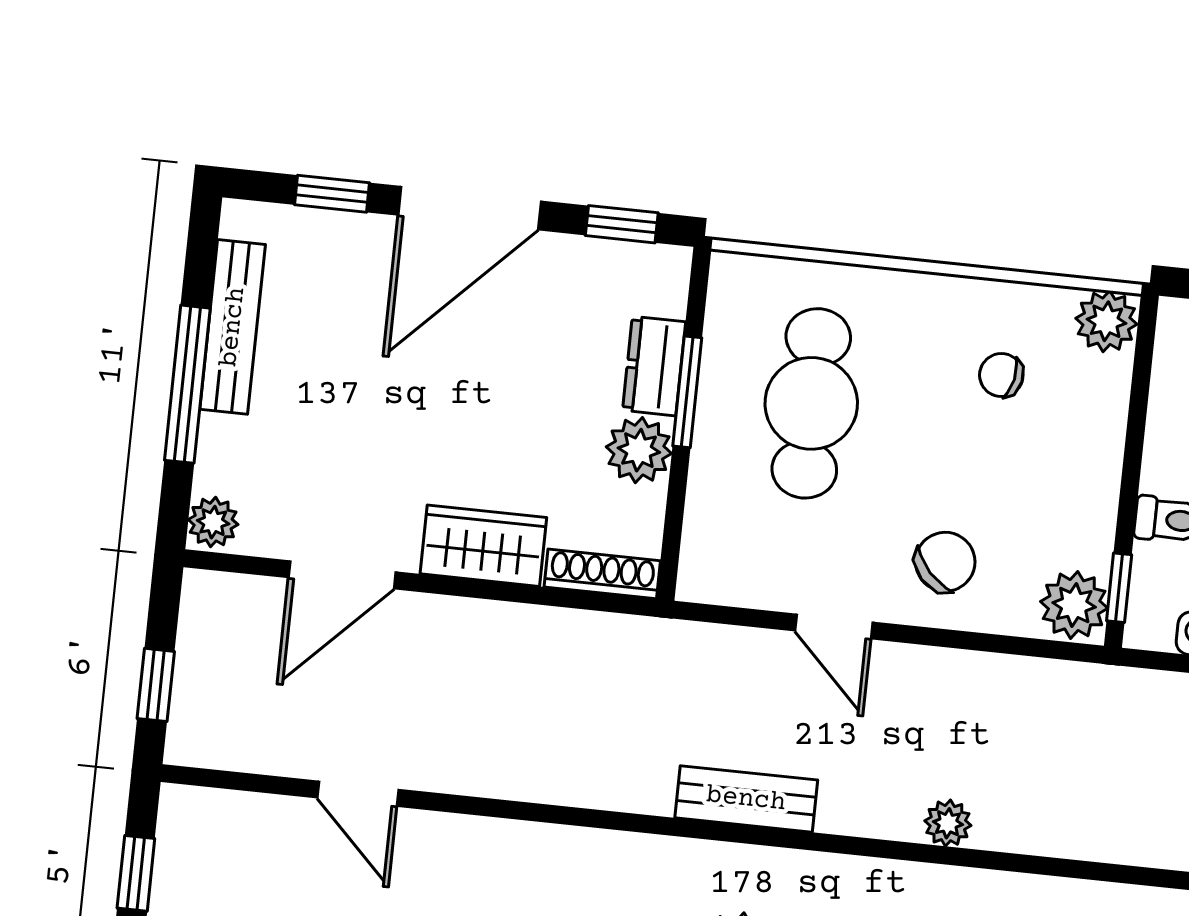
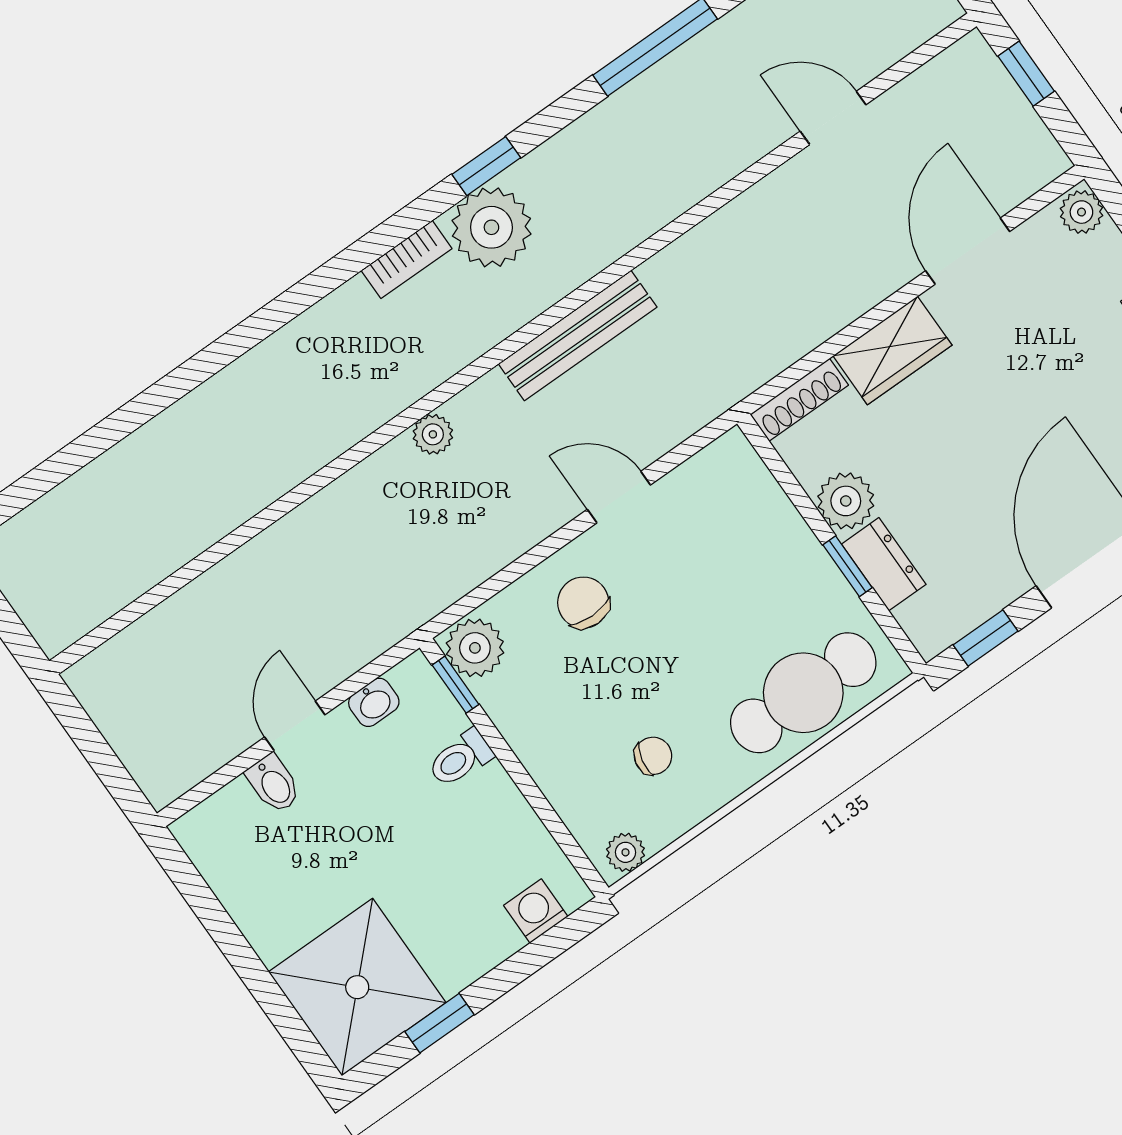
plant: (1106, 321) -> (626, 852), width x0.73, depth x0.73
window: (687, 392) -> (848, 566), width x0.67
cafe table: (811, 403) -> (803, 693), moved, turned 90
chair: (945, 562) -> (583, 603), turned 133
bench: (746, 799) -> (578, 335), width x1.36

